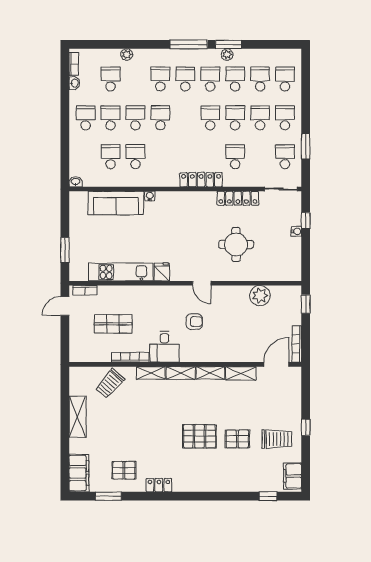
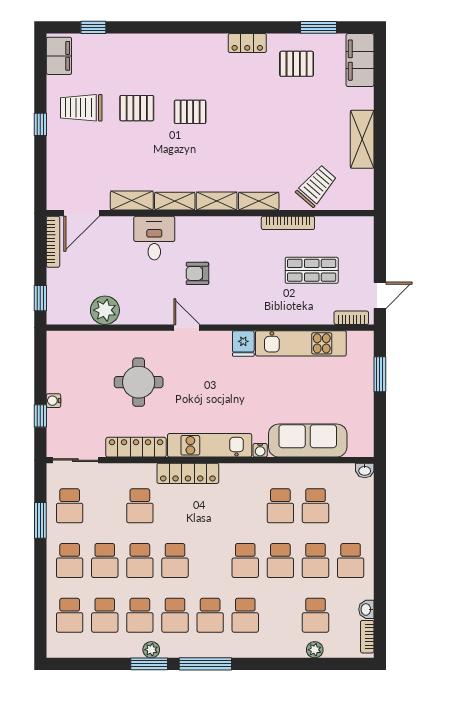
plant: (127, 55) -> (315, 650), moved
kitchen unit: (186, 200) -> (210, 445), added
desk: (164, 347) -> (154, 238), moved
pallet: (199, 436) -> (190, 112), width x0.67, depth x0.71

